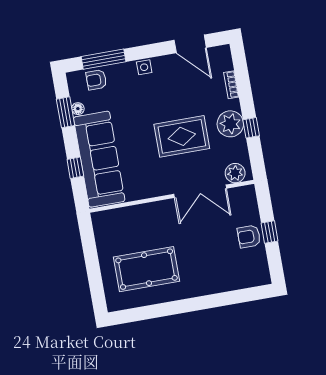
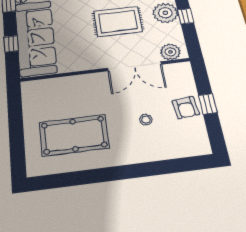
armchair: (249, 236) -> (186, 108), turned -96
stool: (212, 251) -> (146, 120), added

